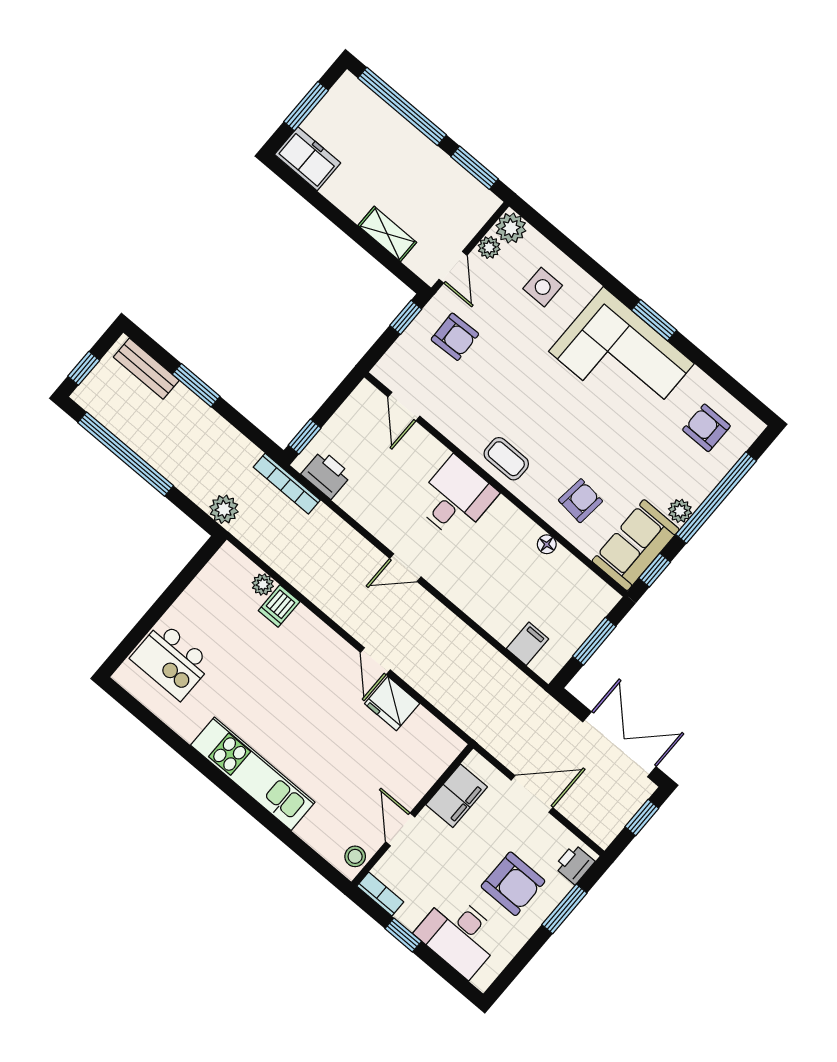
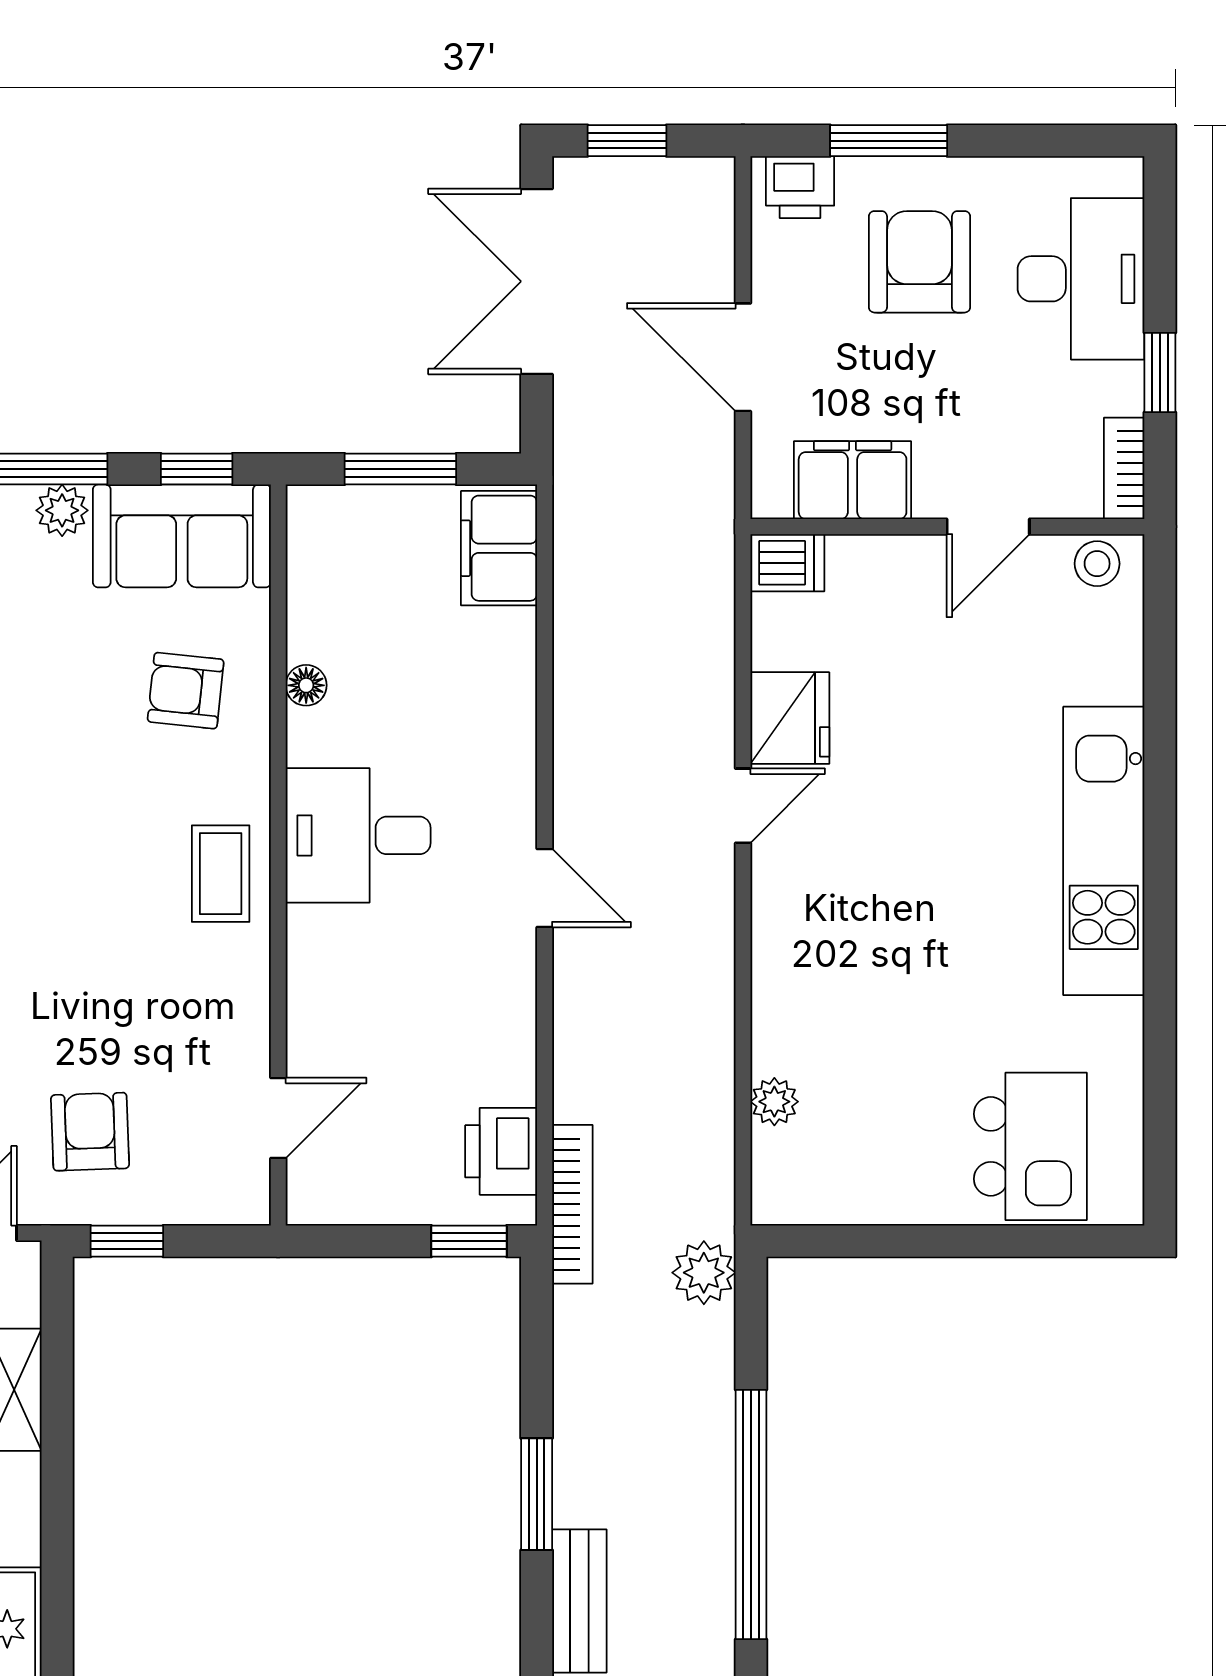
desk: (455, 498) -> (358, 835), moved
dishwasher: (279, 606) -> (787, 563), moved
filing cabinet: (527, 644) -> (499, 548), width x2.00

